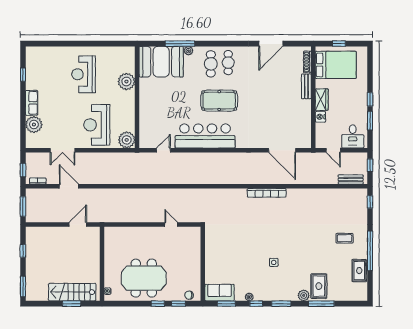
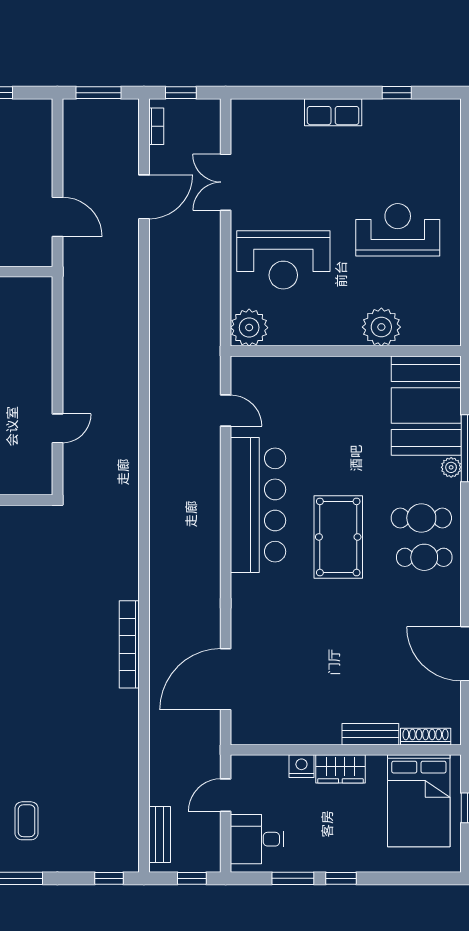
plant: (34, 125) -> (284, 117), removed
reception desk: (97, 125) -> (283, 260), turned 180

